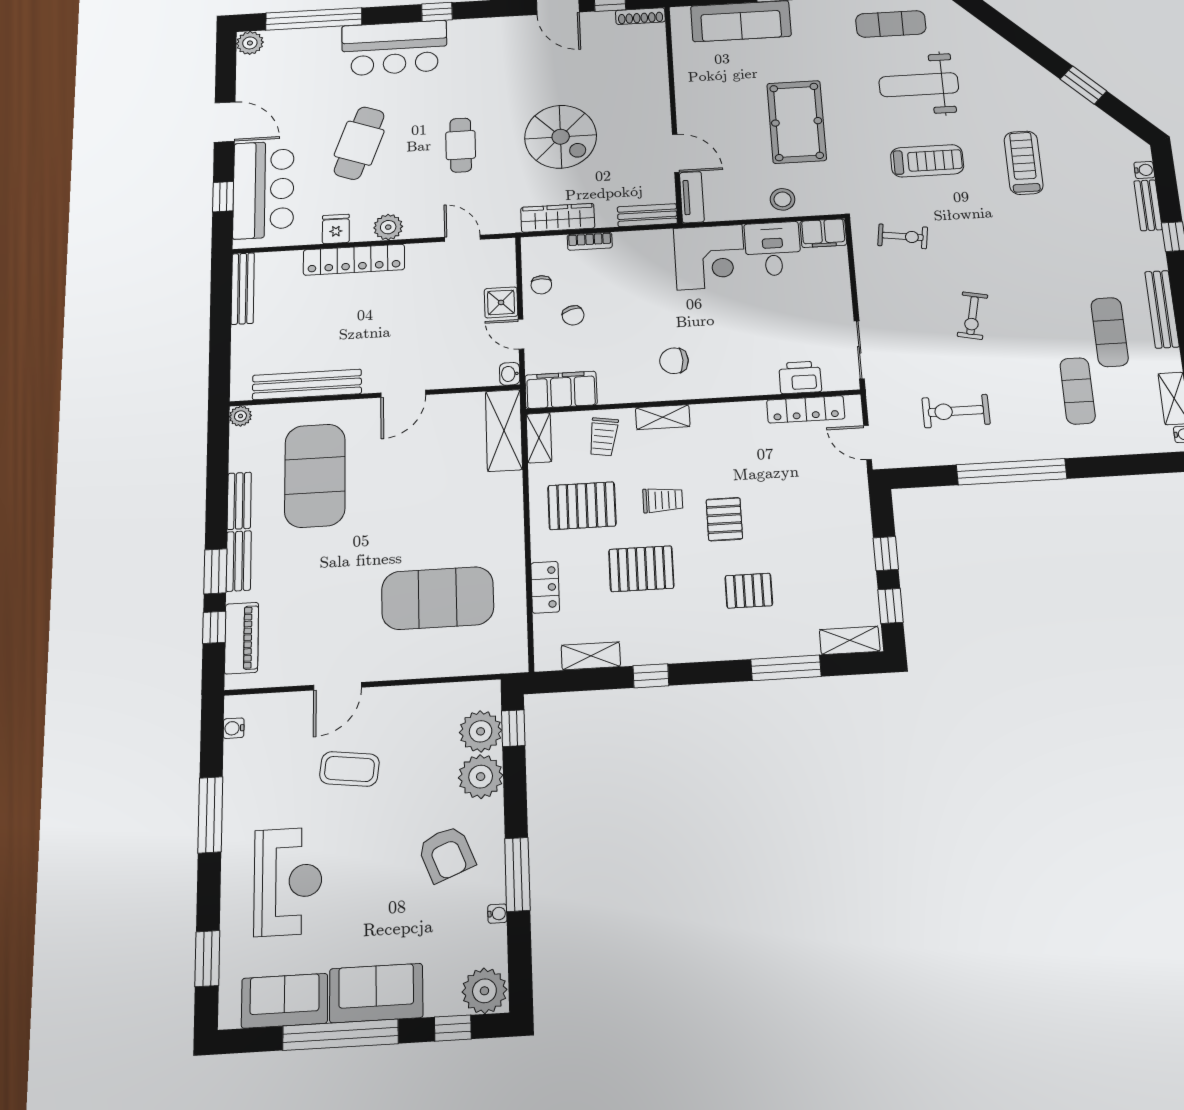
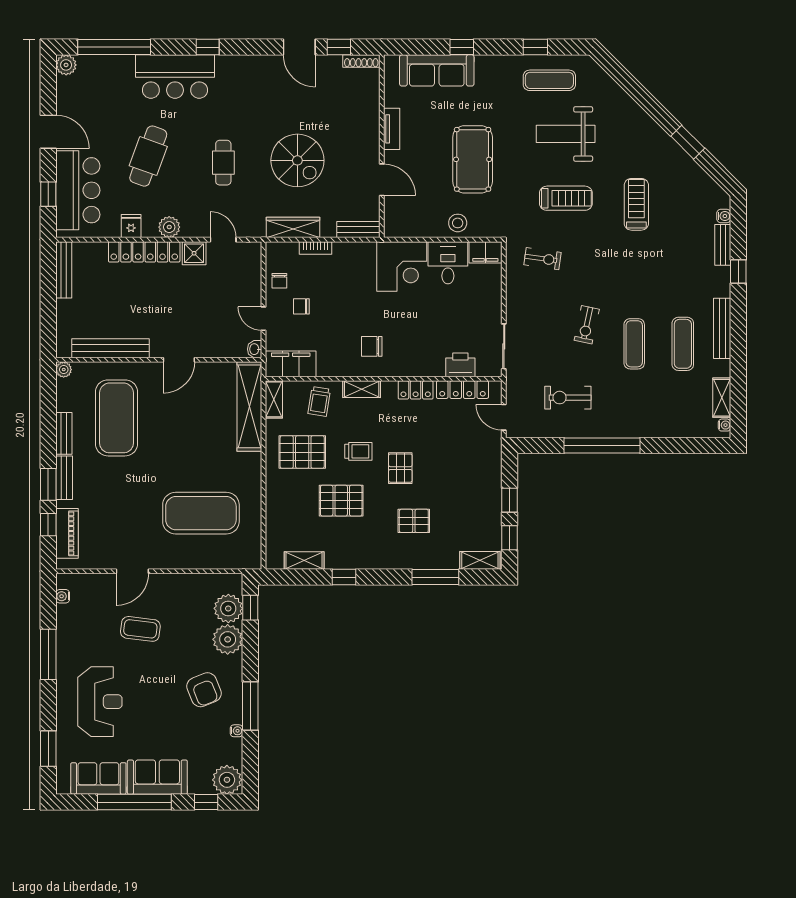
tv unit: (692, 197) -> (392, 129), moved
shower: (501, 302) -> (194, 253), moved
chair: (573, 315) -> (301, 306), turned 107
exercise mat: (1078, 391) -> (634, 344), moved
shelving: (504, 430) -> (249, 406), width x1.47
locker: (545, 587) -> (416, 390), moved, turned 90

